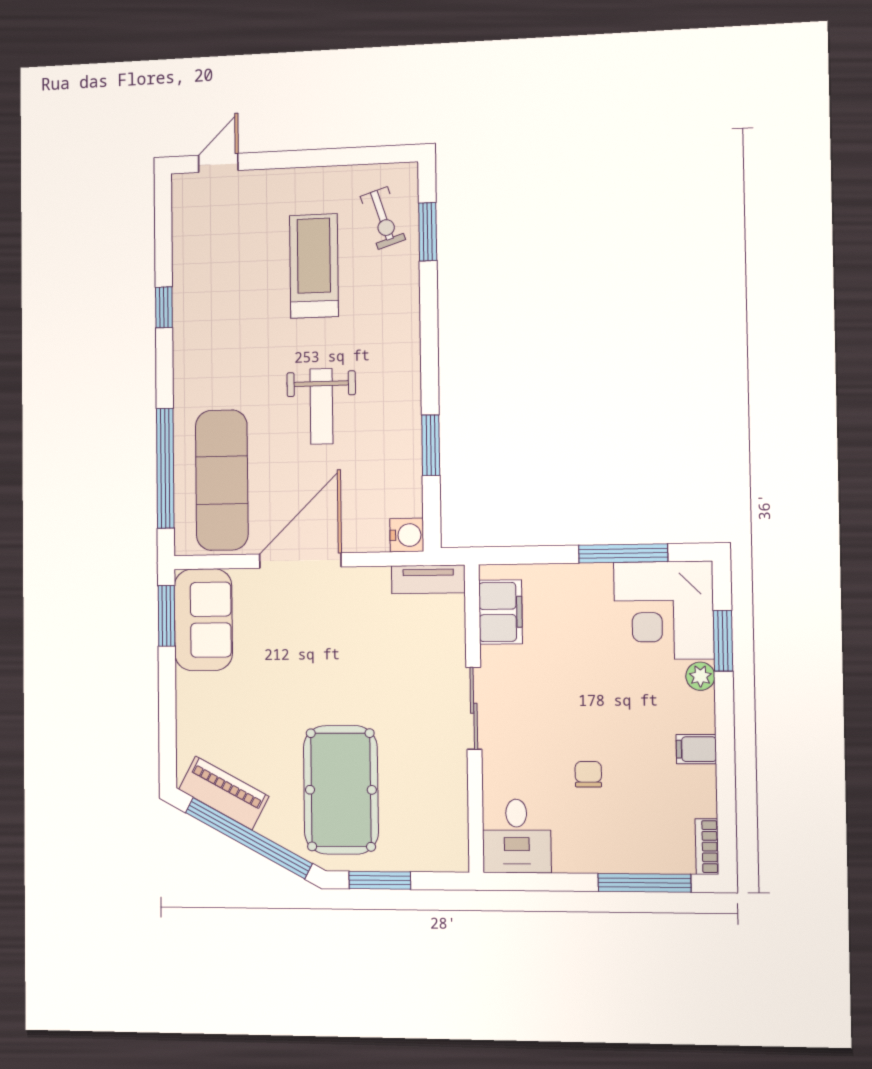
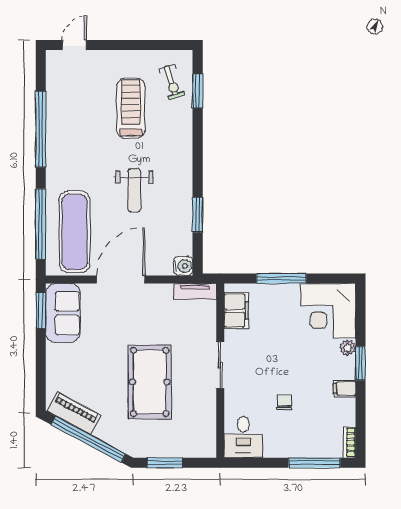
window: (164, 307) -> (41, 129), width x3.17
window: (623, 553) -> (281, 278), moved
window: (723, 641) -> (360, 363), moved
pool table: (341, 790) -> (150, 382), moved

